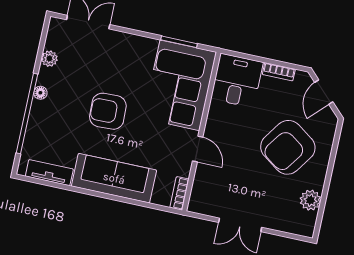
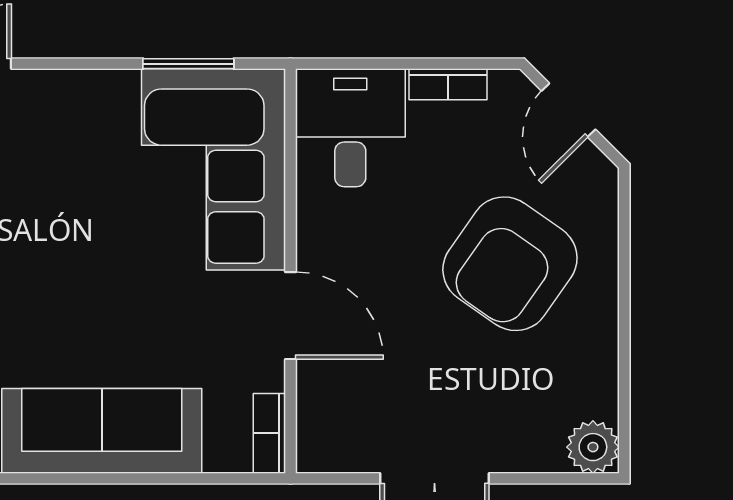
armchair: (108, 111) -> (52, 271), removed
door: (198, 149) -> (291, 316), width x1.38
plant: (310, 200) -> (593, 447), moved

